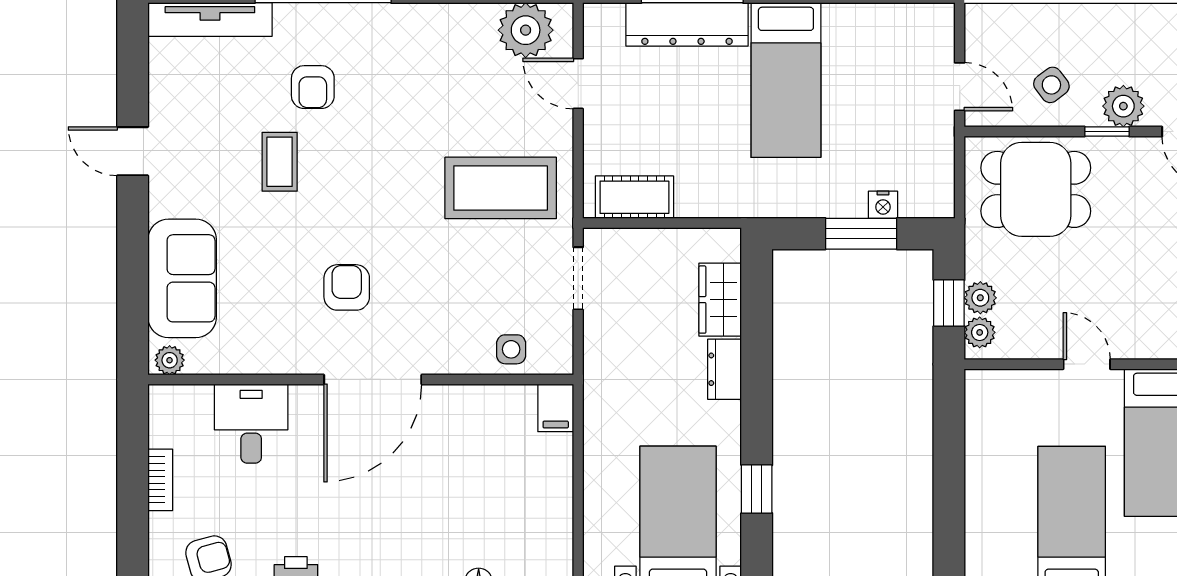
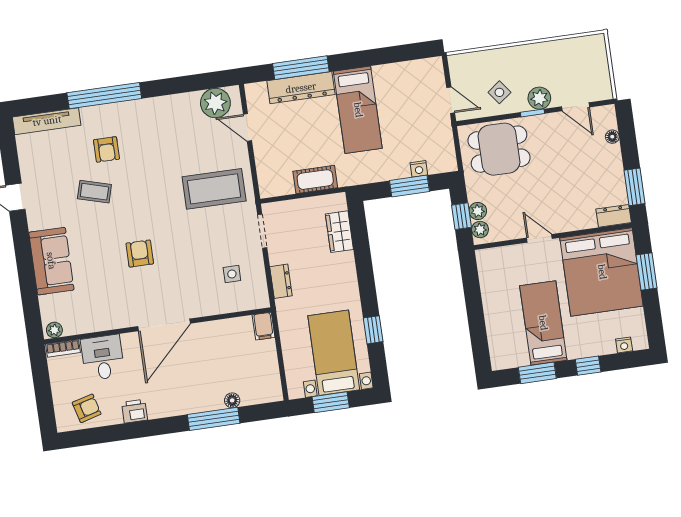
coffee table: (280, 162) -> (94, 192), turned -74
cot: (634, 197) -> (315, 180), moved
plant: (170, 360) -> (54, 330), moved
dresser: (724, 369) -> (281, 281), moved, turned 180
wall: (361, 379) -> (158, 326), moved
door: (373, 379) -> (164, 325), moved
filing cabinet: (556, 408) -> (264, 326), moved
desk: (251, 424) -> (103, 358), moved
bookcase: (160, 480) -> (63, 348), moved, turned 90

